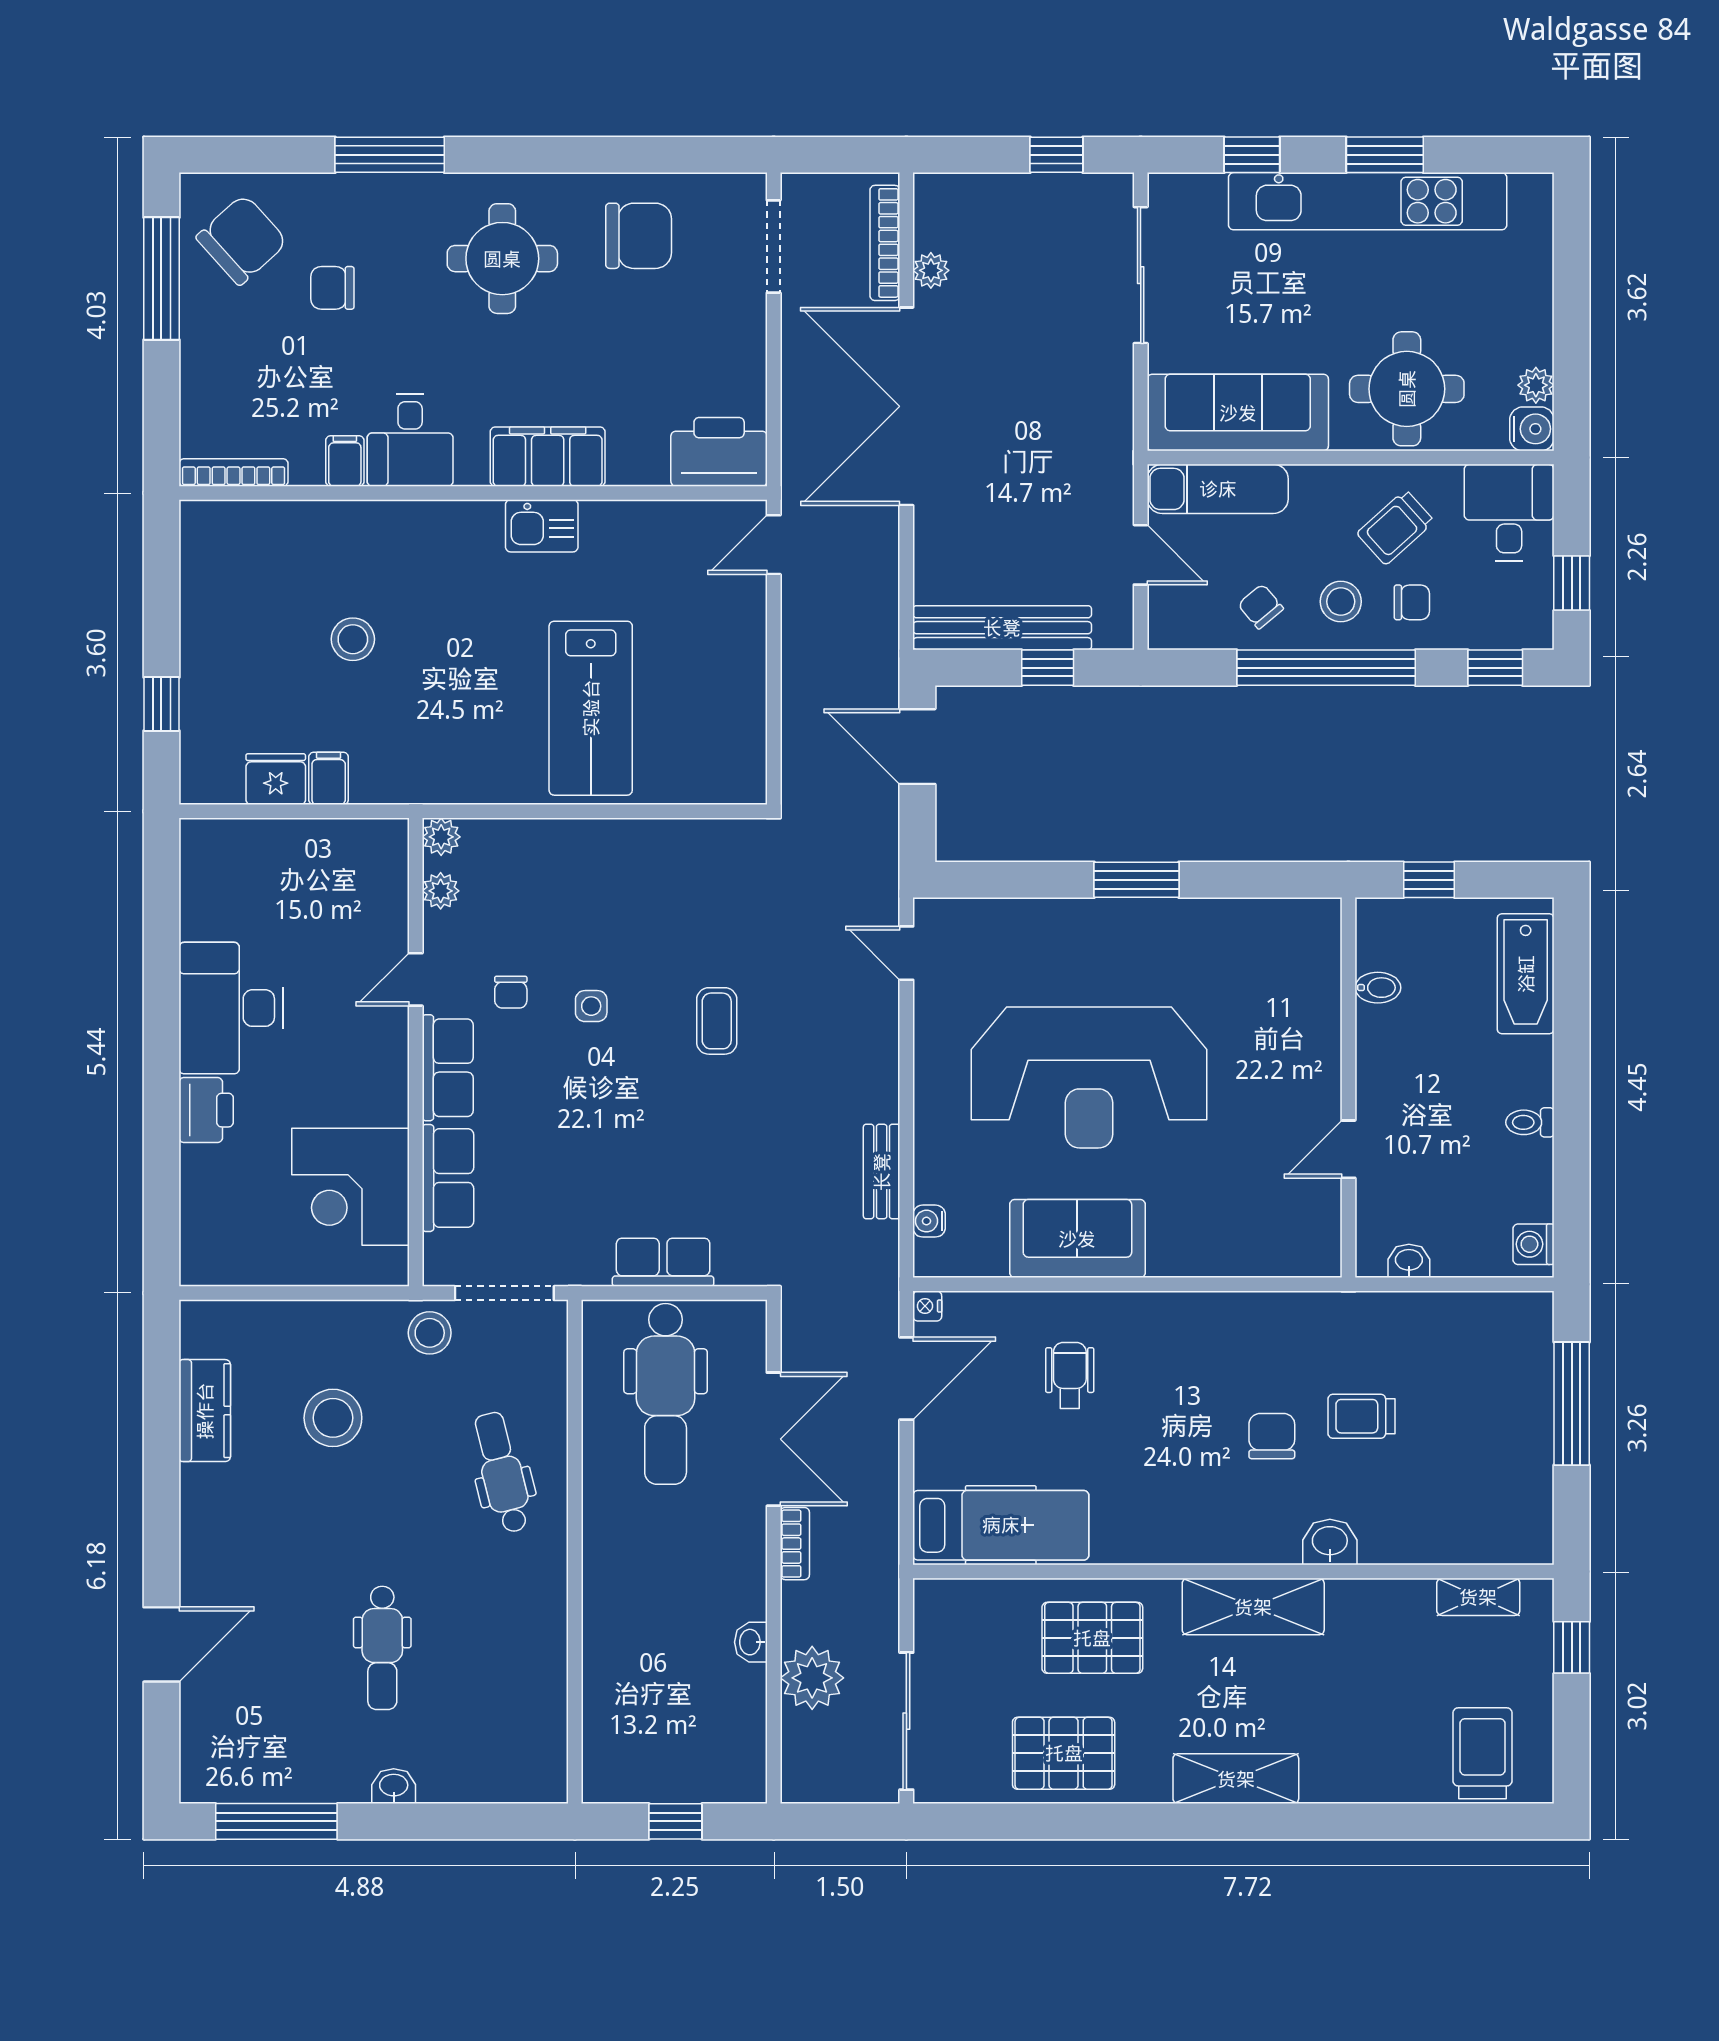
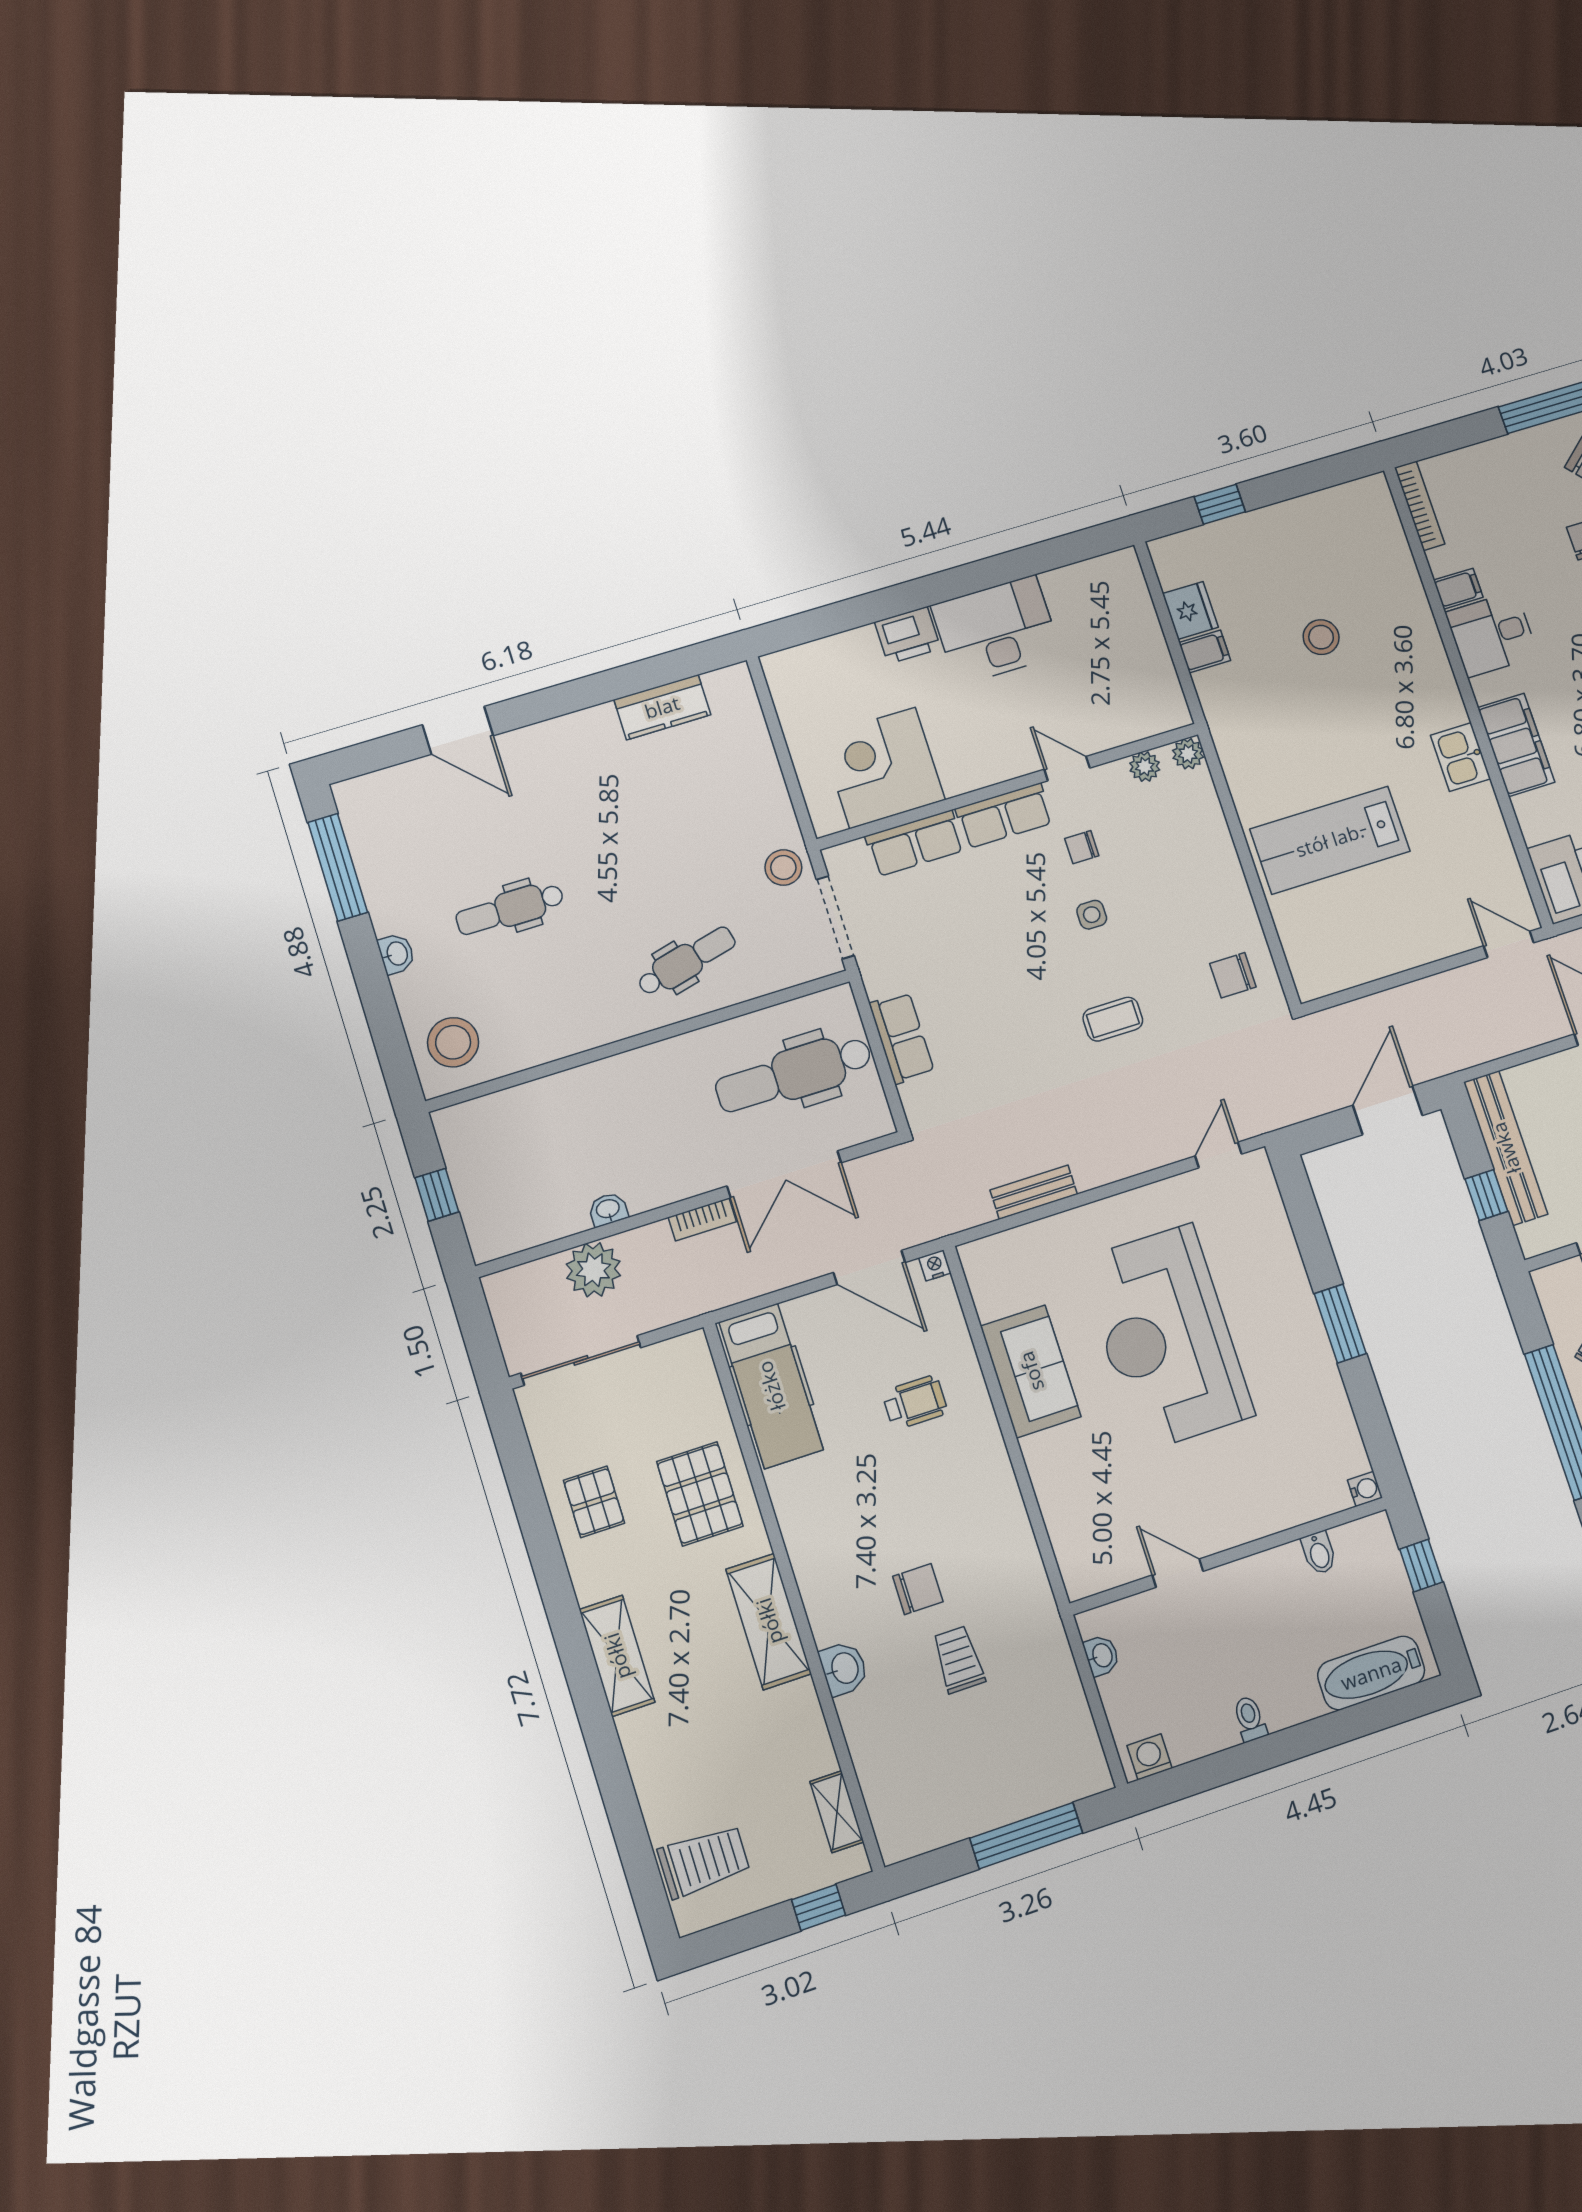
chair: (710, 870) -> (1233, 975), added
water cooler: (929, 1221) -> (1365, 1489), moved, turned 90
stool: (333, 1418) -> (453, 1042), moved
pallet: (1064, 1753) -> (594, 1502), width x0.67, depth x0.71

